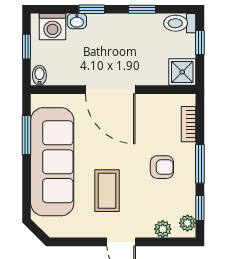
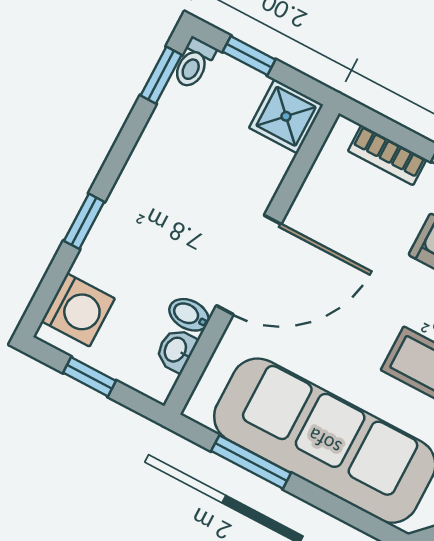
window: (142, 9) -> (161, 75), moved
washbasin: (77, 21) -> (176, 350), moved, turned 180
toilet: (180, 23) -> (194, 63), width x0.73, depth x0.72
bidet: (39, 75) -> (189, 315), moved

